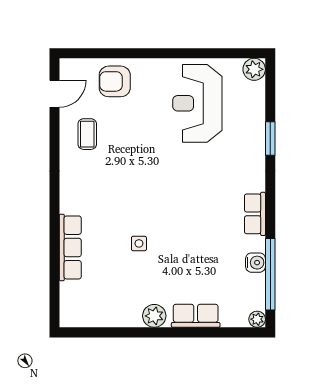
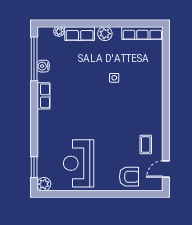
reception desk: (197, 103) -> (79, 163), turned 180
window: (270, 139) -> (34, 167), moved
row of seats: (70, 247) -> (142, 33), moved, turned -90
plant: (257, 319) -> (59, 32), moved

